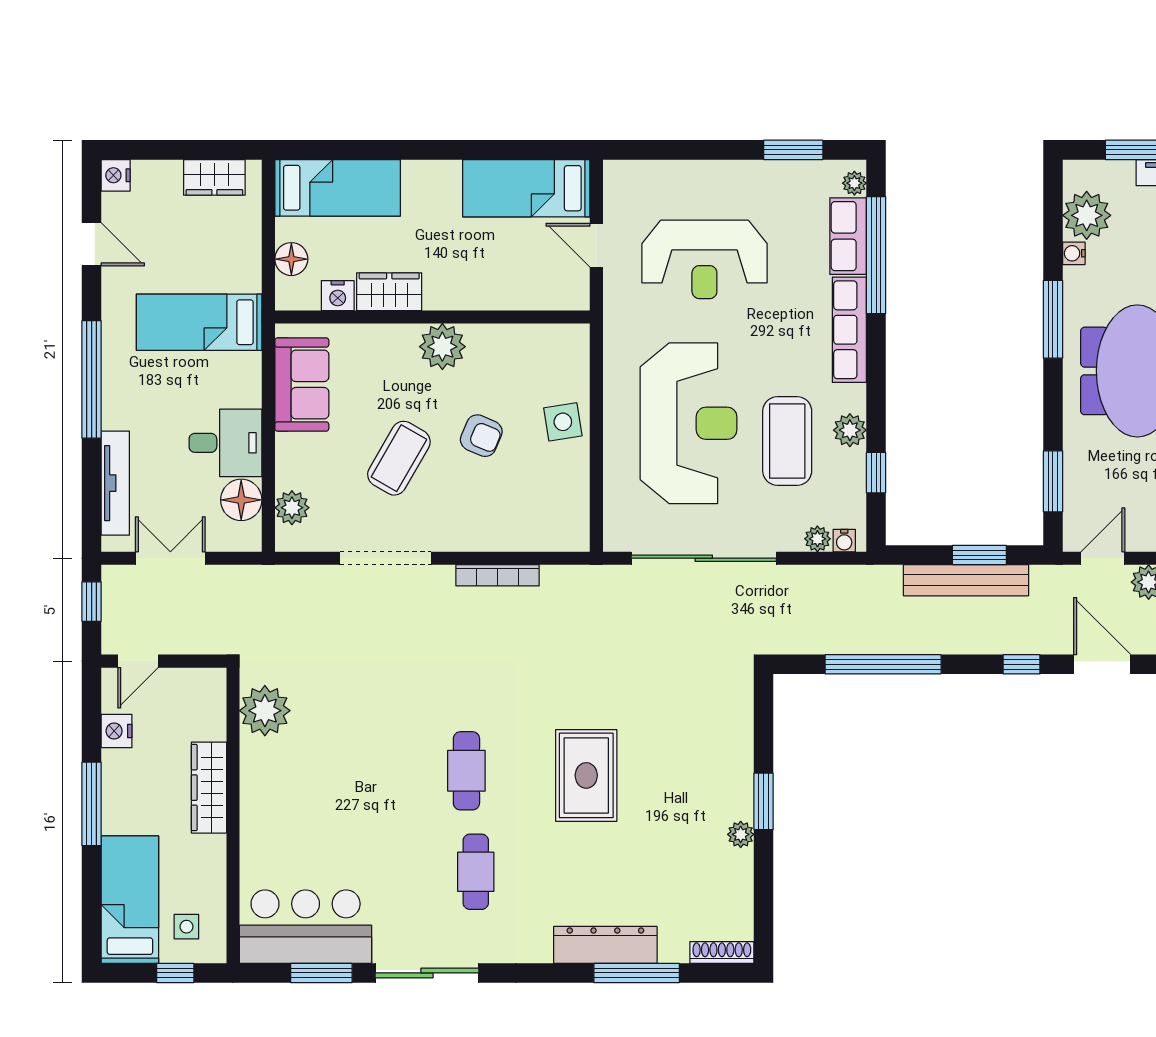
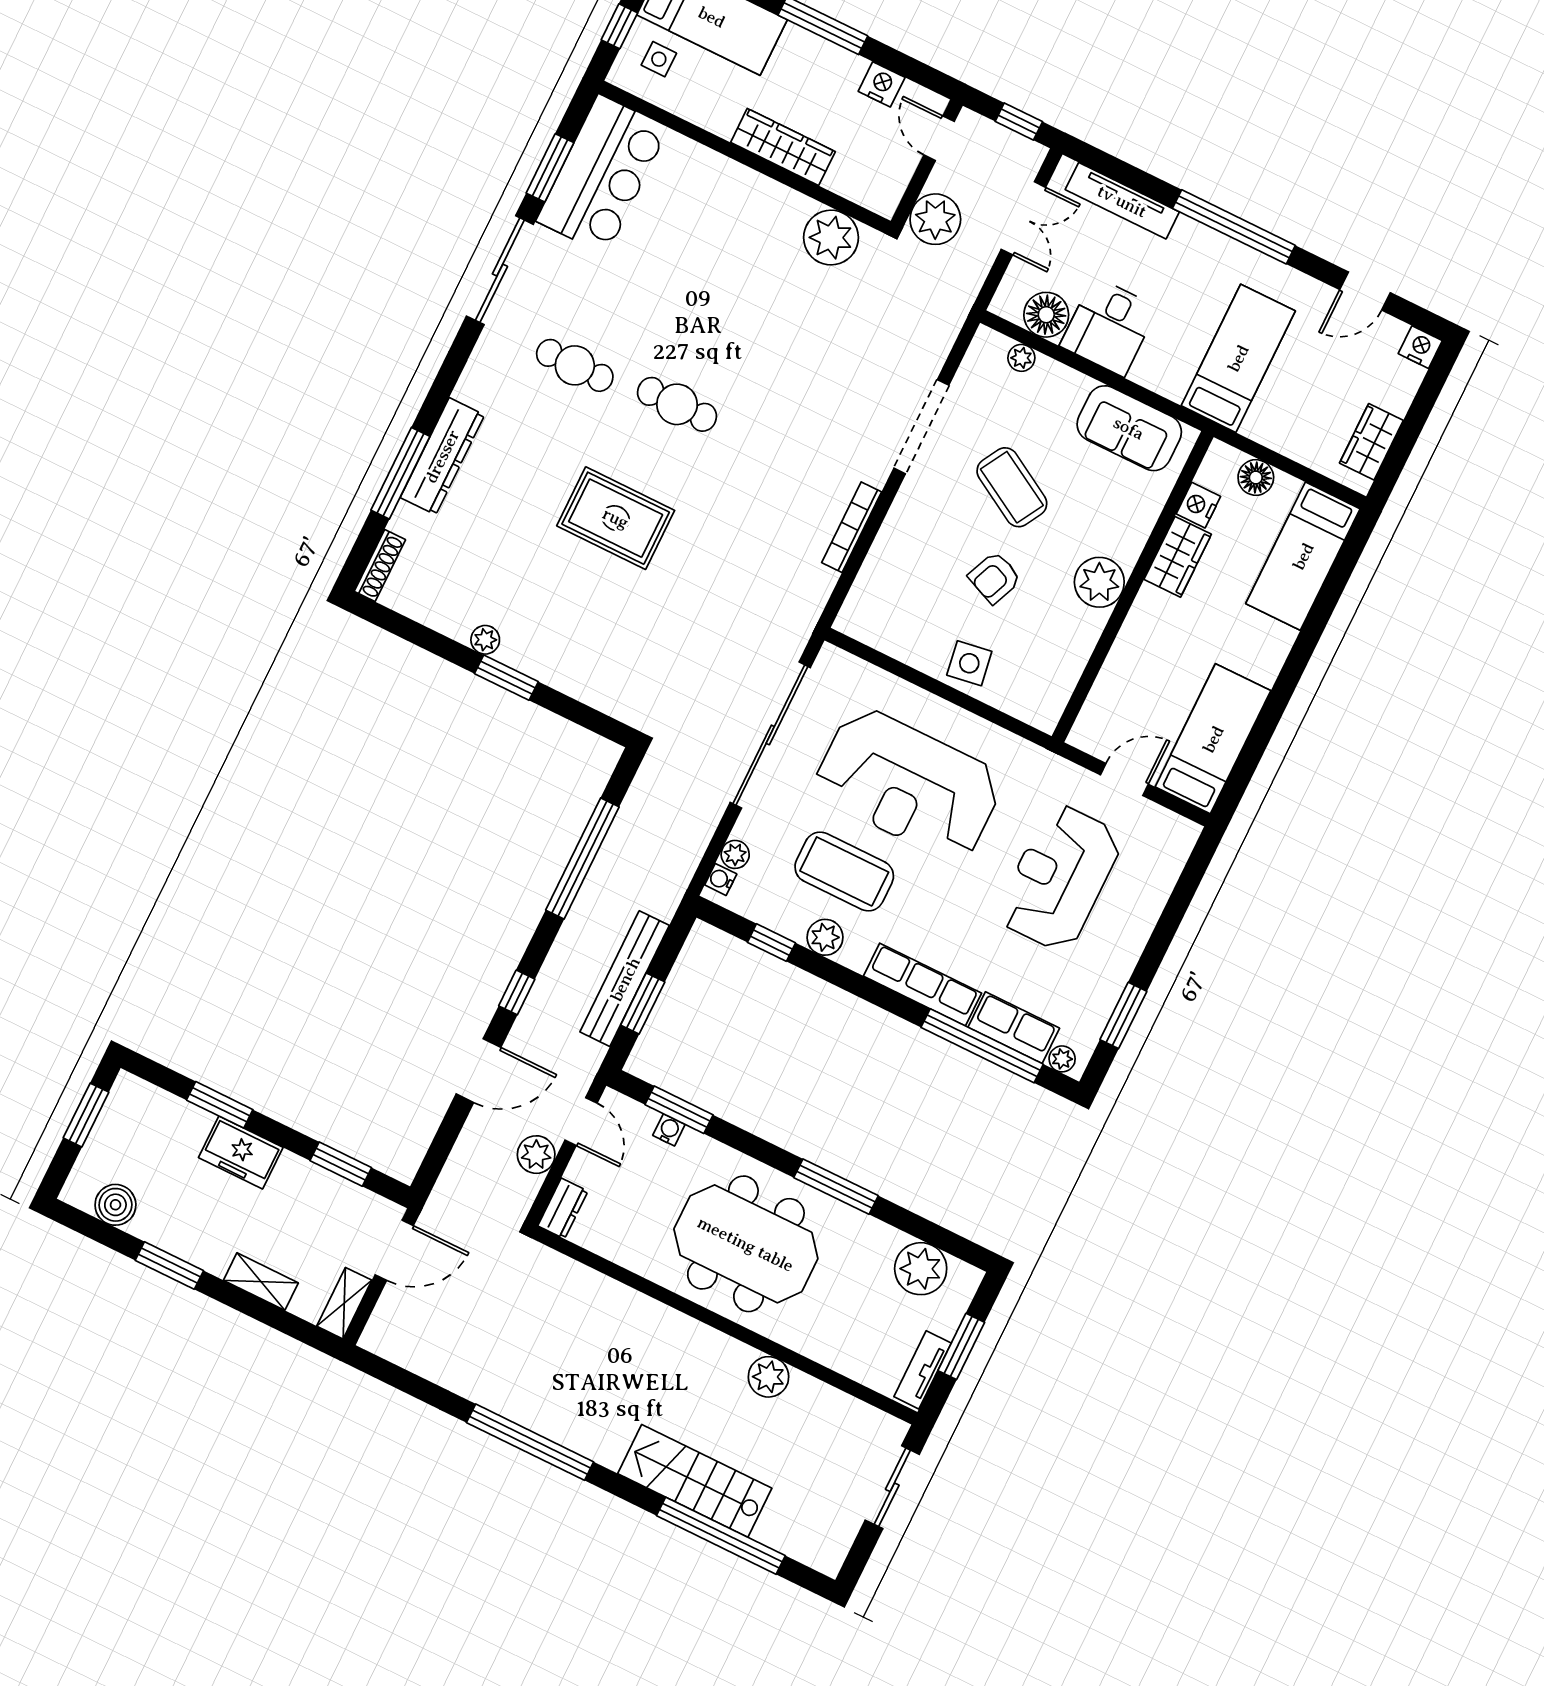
water cooler: (1074, 253) -> (669, 1130), moved
plant: (292, 508) -> (1021, 358), width x0.73, depth x0.73
plant: (207, 631) -> (935, 219), added

